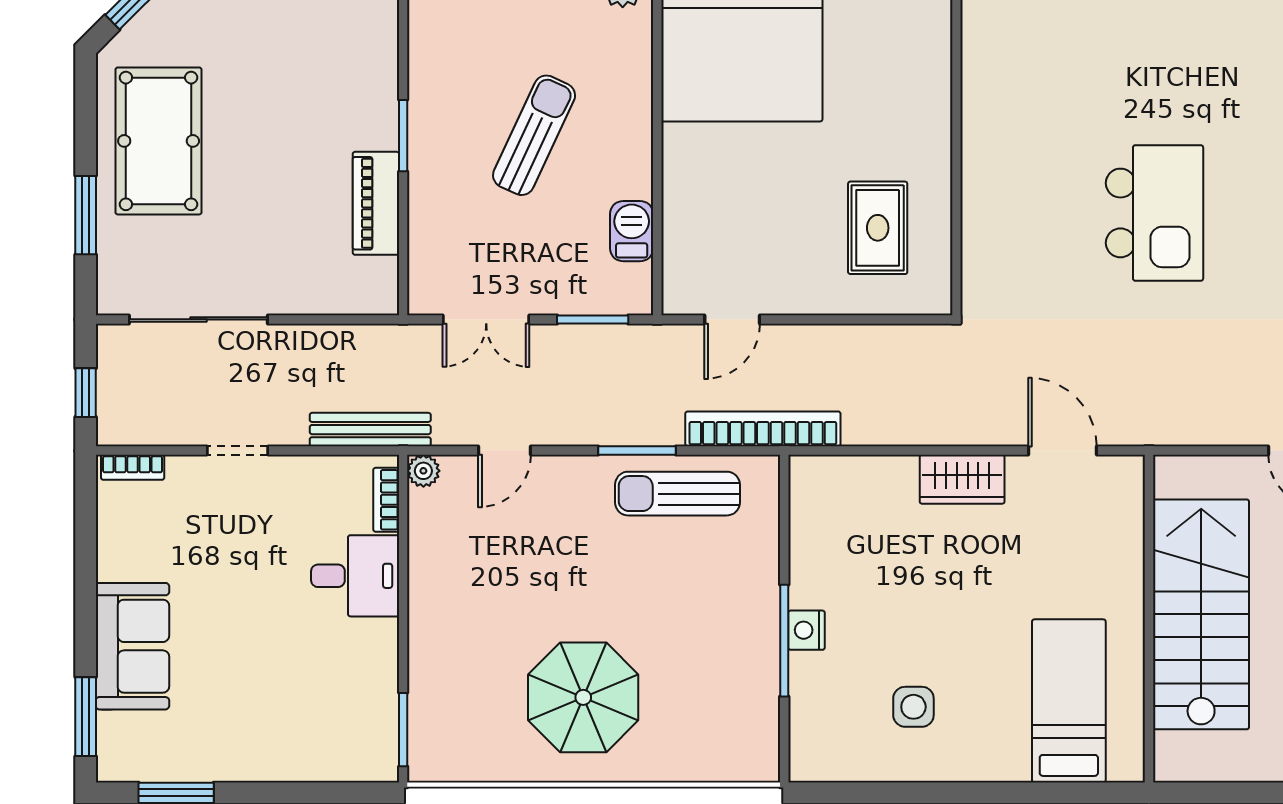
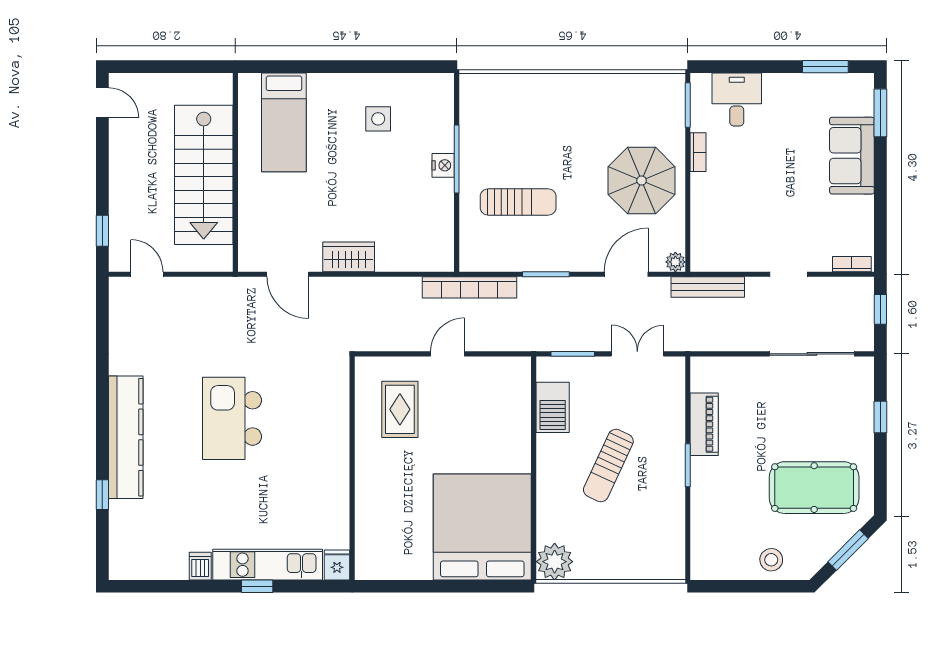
pool table: (159, 141) -> (814, 488), moved, turned 90
window: (86, 215) -> (880, 417), width x0.67
barbecue: (632, 231) -> (553, 407), width x1.38, depth x1.27
door: (732, 319) -> (447, 354), moved
door: (505, 451) -> (626, 274), width x1.38
sun lounger: (677, 494) -> (518, 202), moved
bookcase: (386, 500) -> (698, 152), moved
desk: (355, 576) -> (737, 100), moved, turned 90
parasol: (583, 697) -> (642, 181), moved

